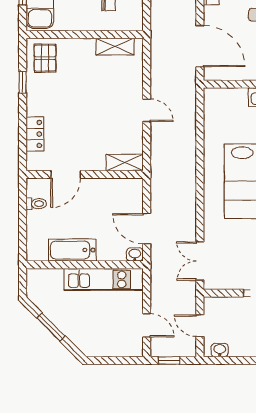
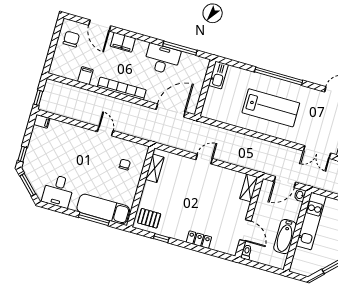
shelving: (125, 163) -> (249, 188), moved
door: (66, 174) -> (245, 230), moved
wall: (85, 174) -> (249, 217), moved

